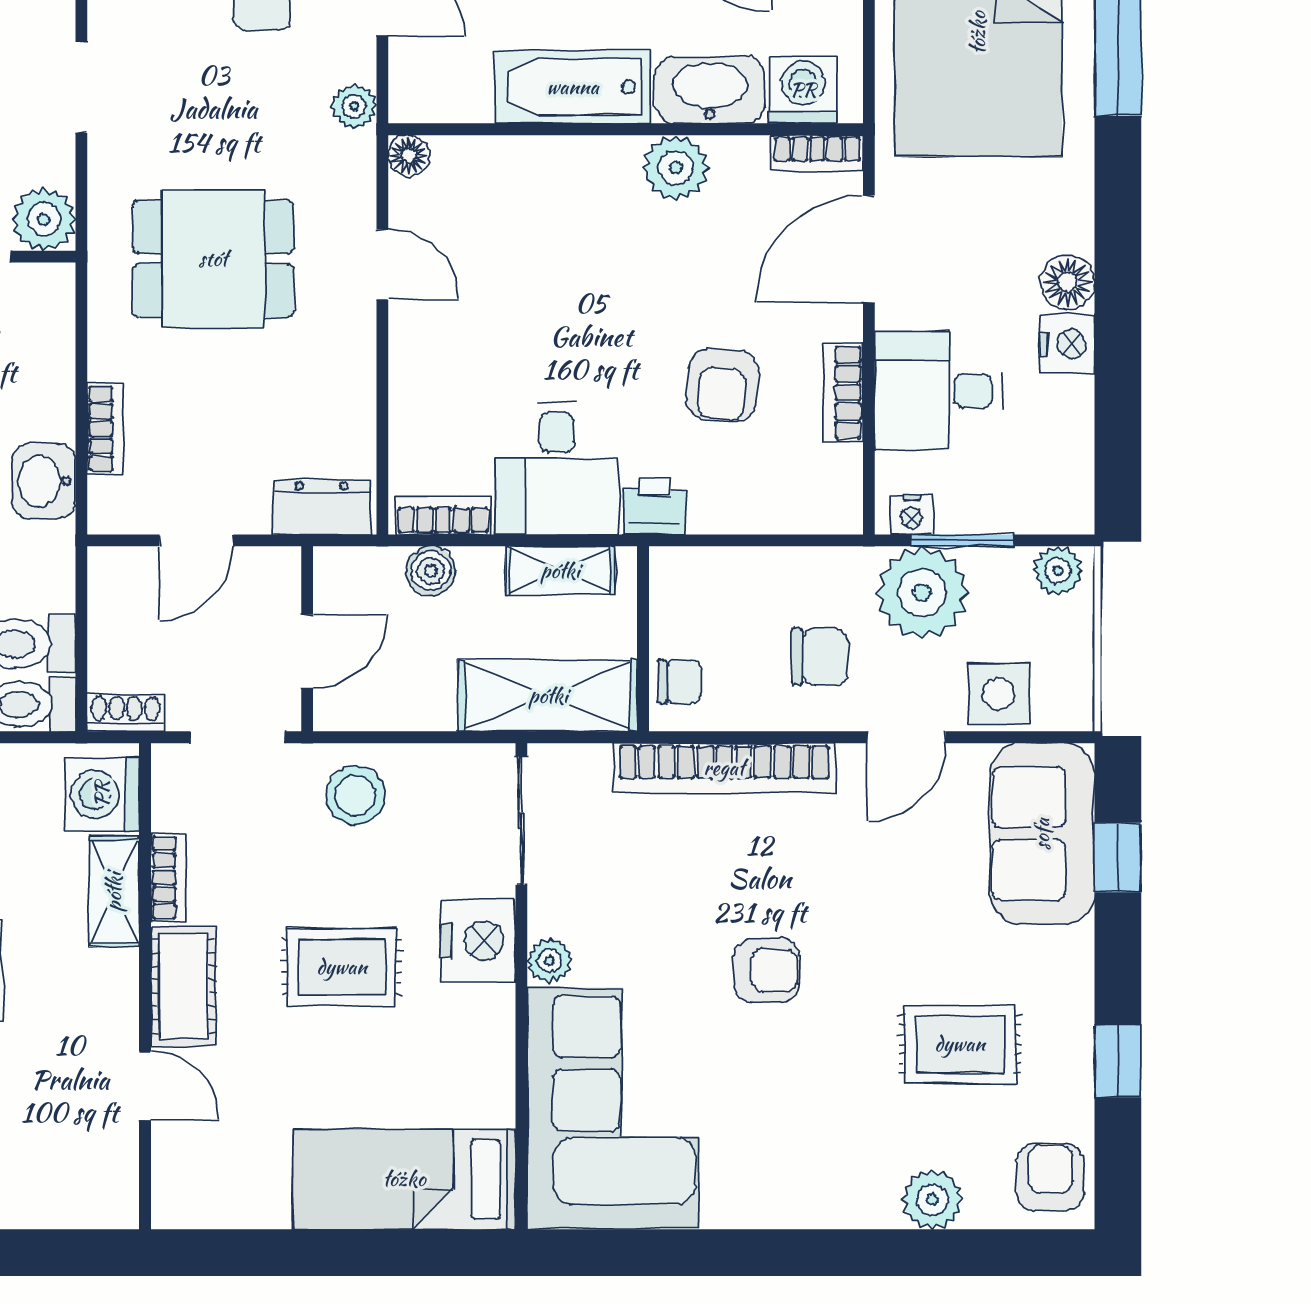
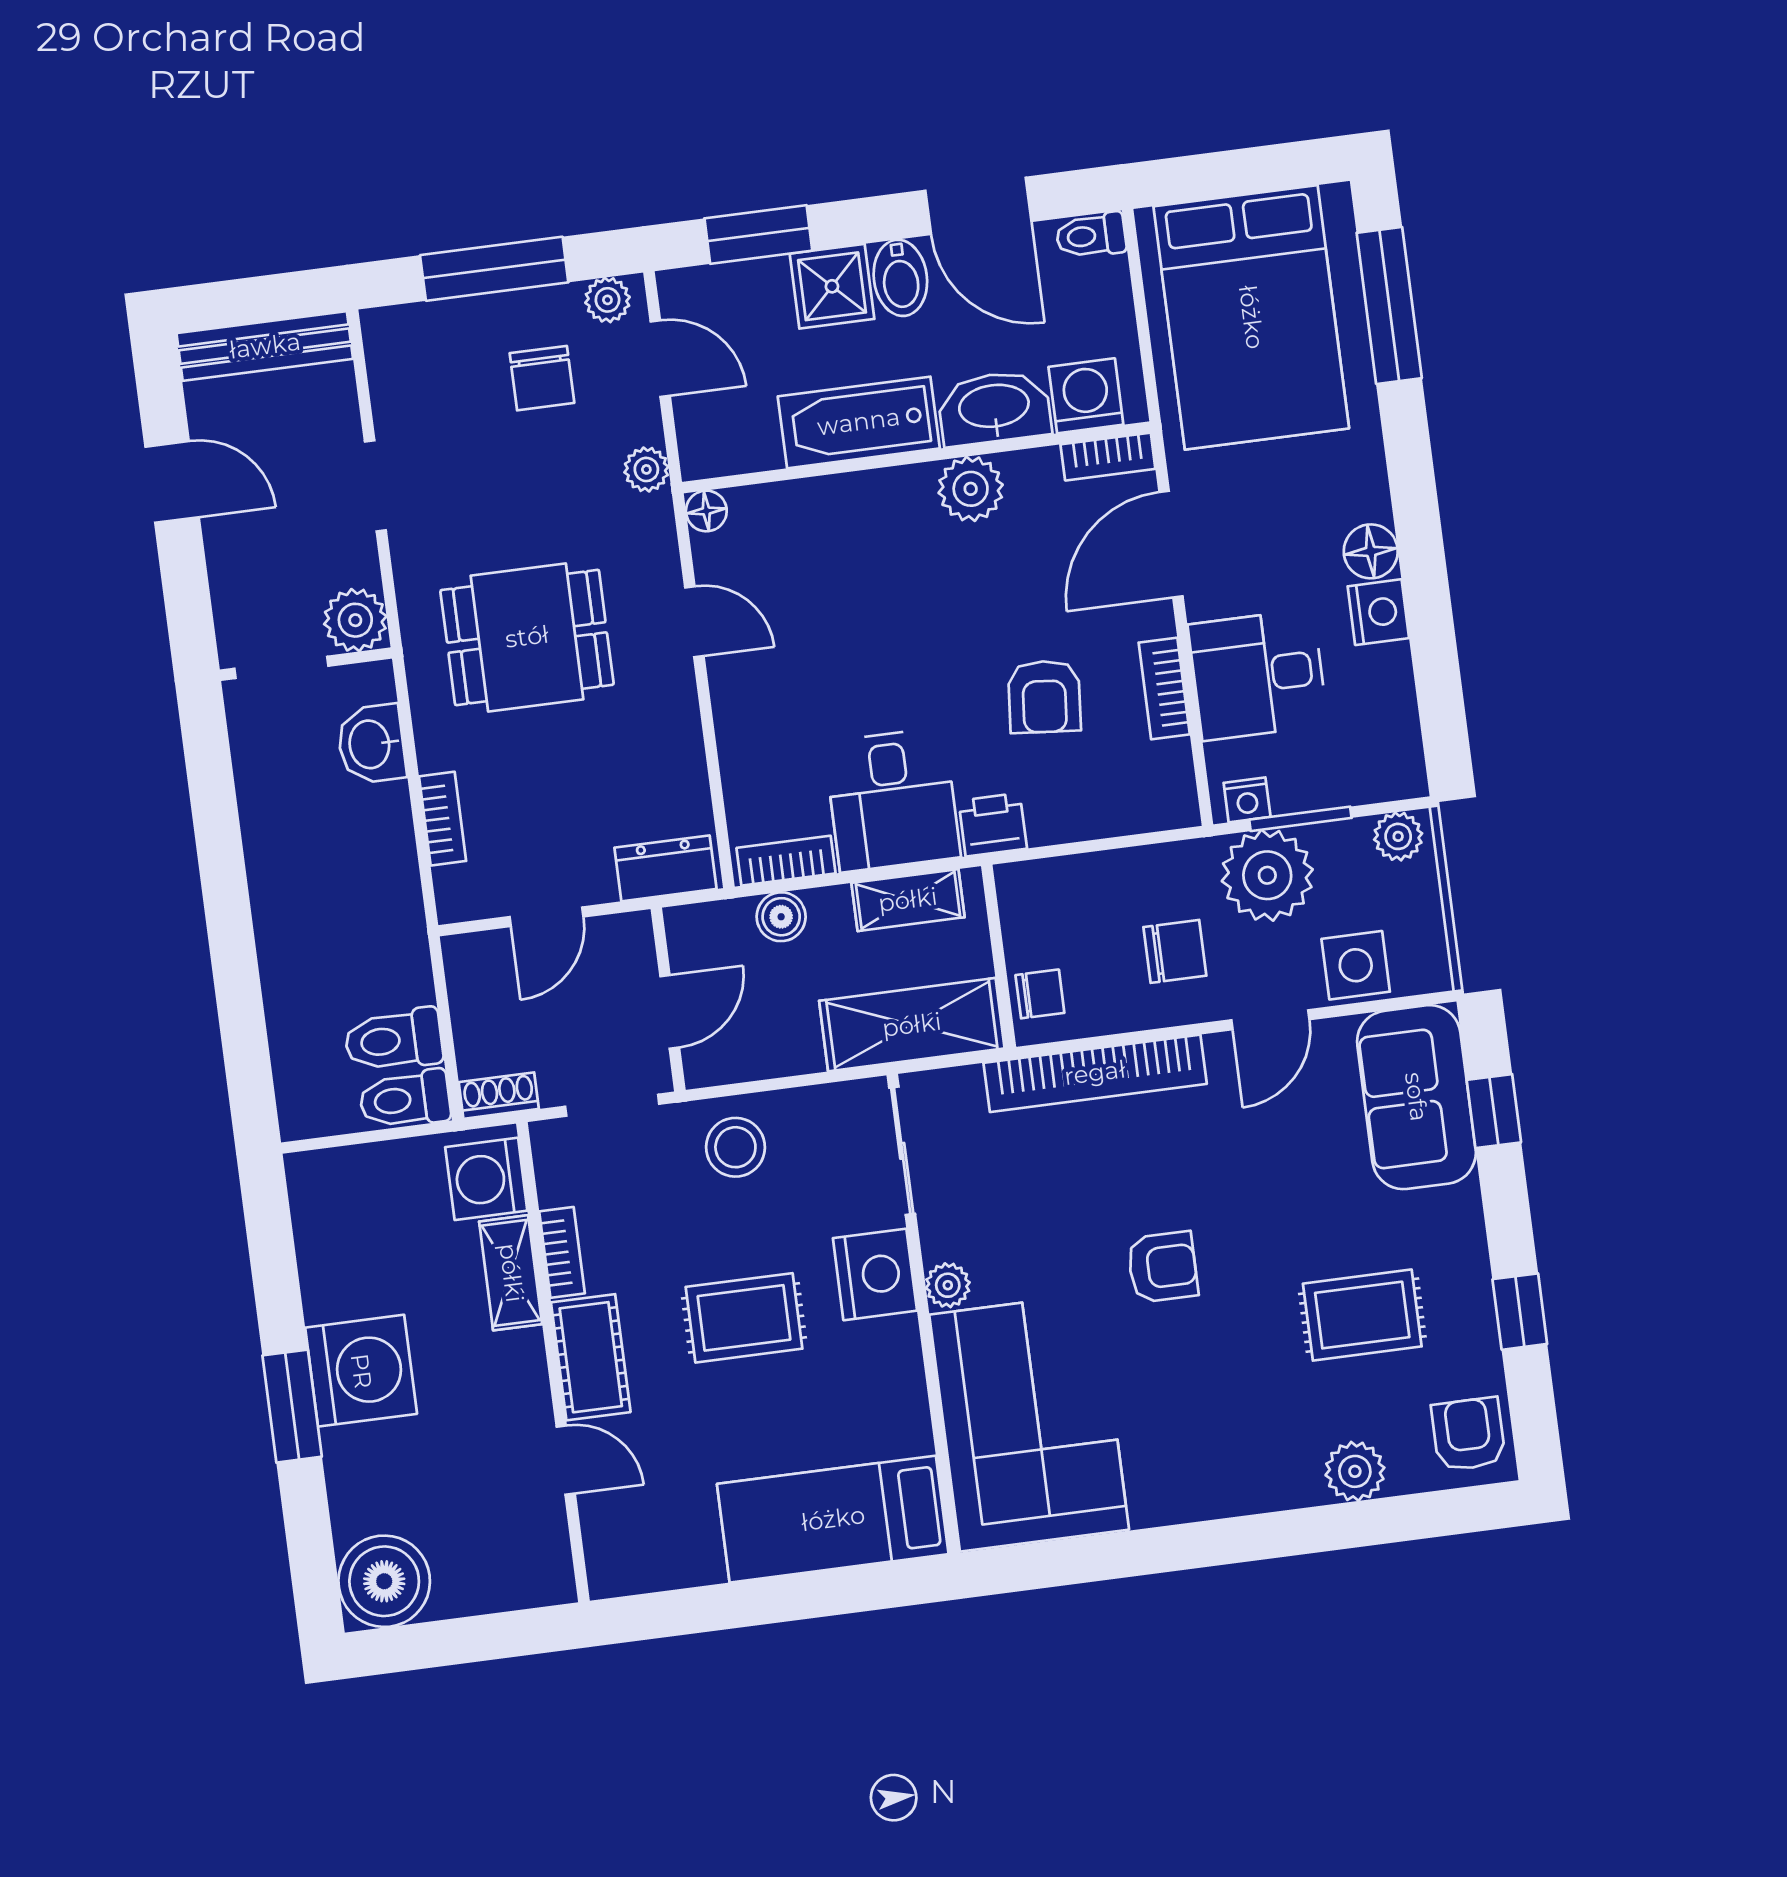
washbasin: (44, 481) -> (371, 744), moved

